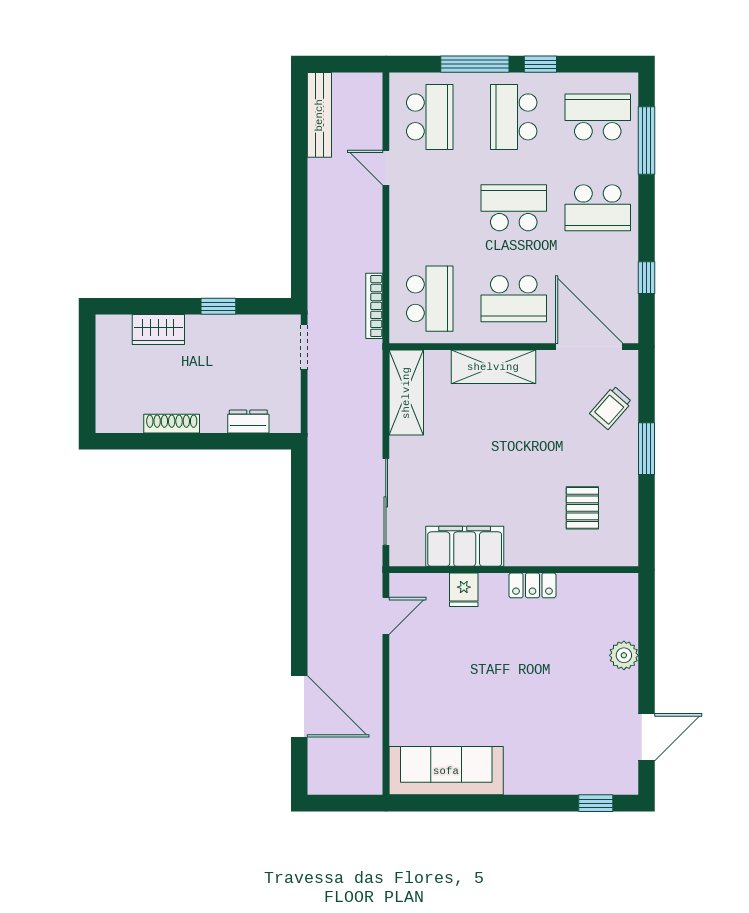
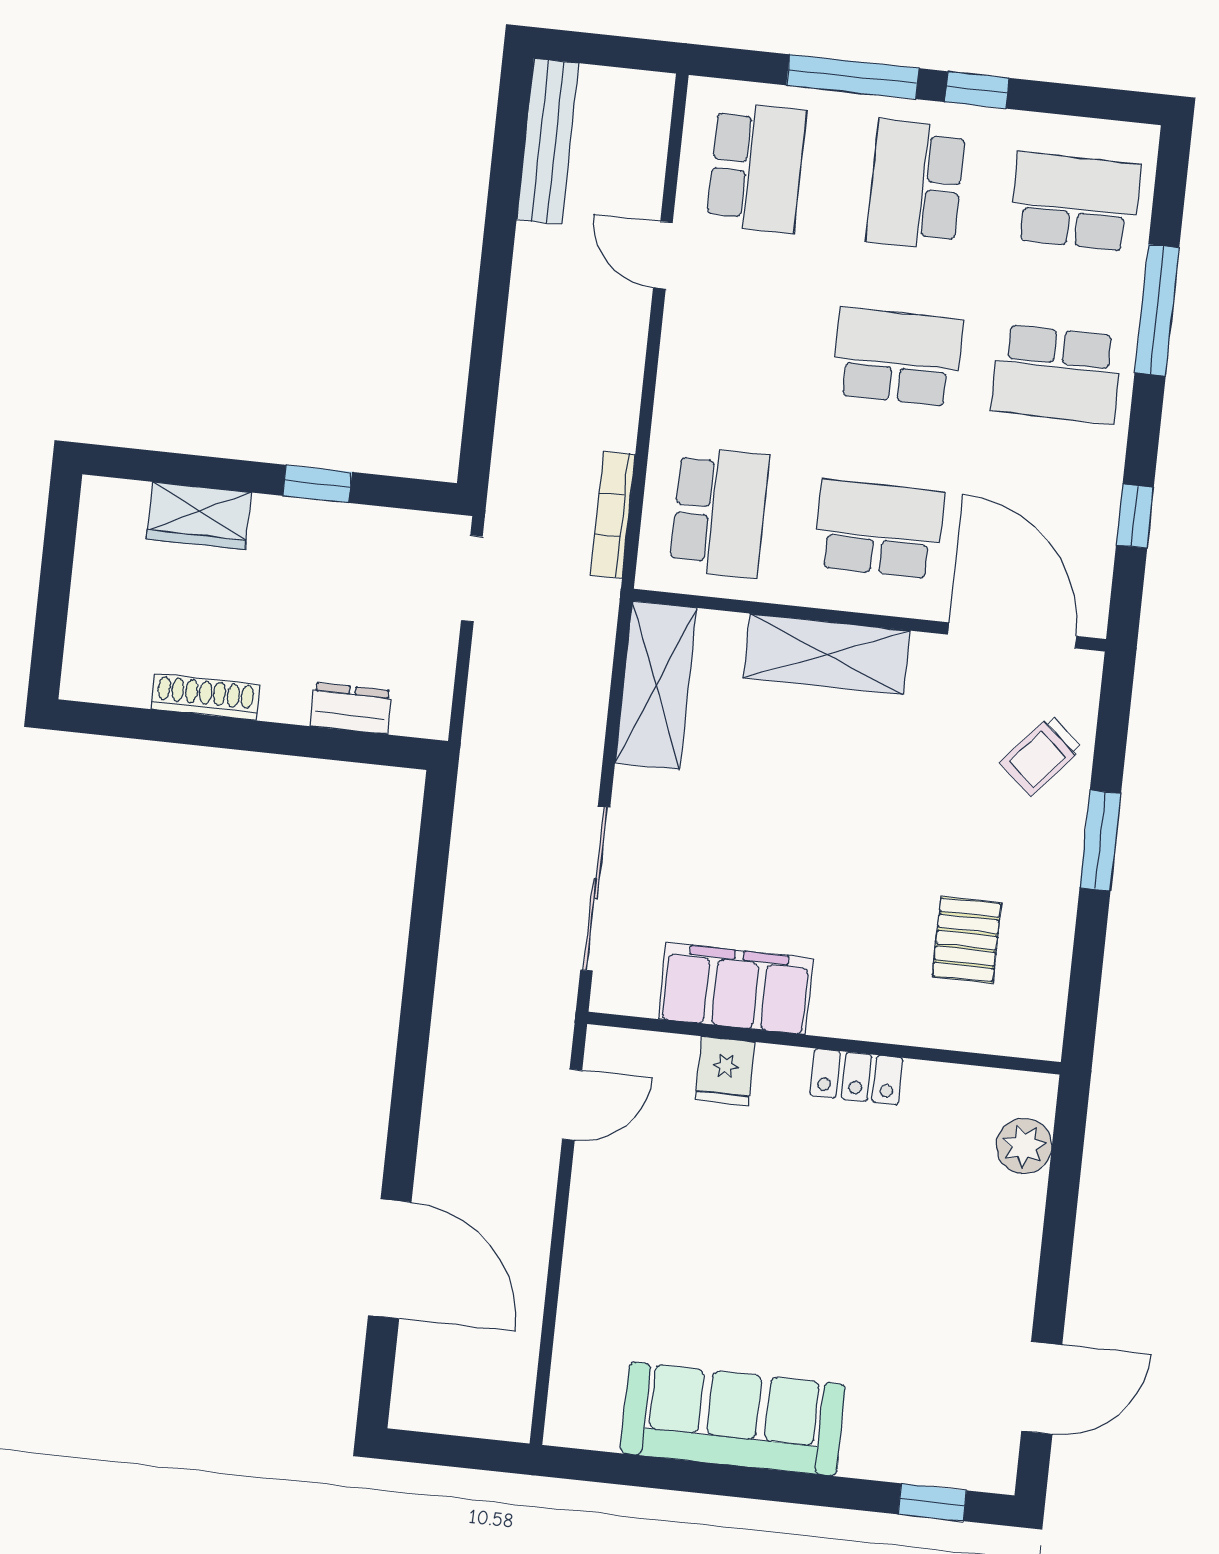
window: (647, 140) -> (1157, 310), moved
school desk: (514, 299) -> (879, 529), turned 180
plant: (624, 655) -> (1024, 1146), moved
sofa: (446, 771) -> (733, 1419), moved

